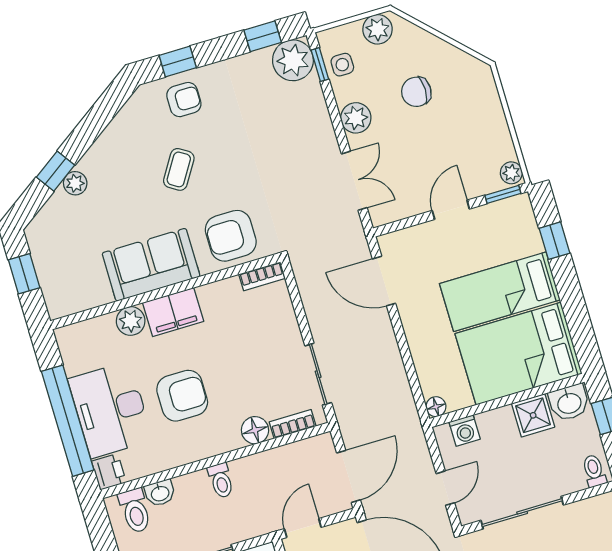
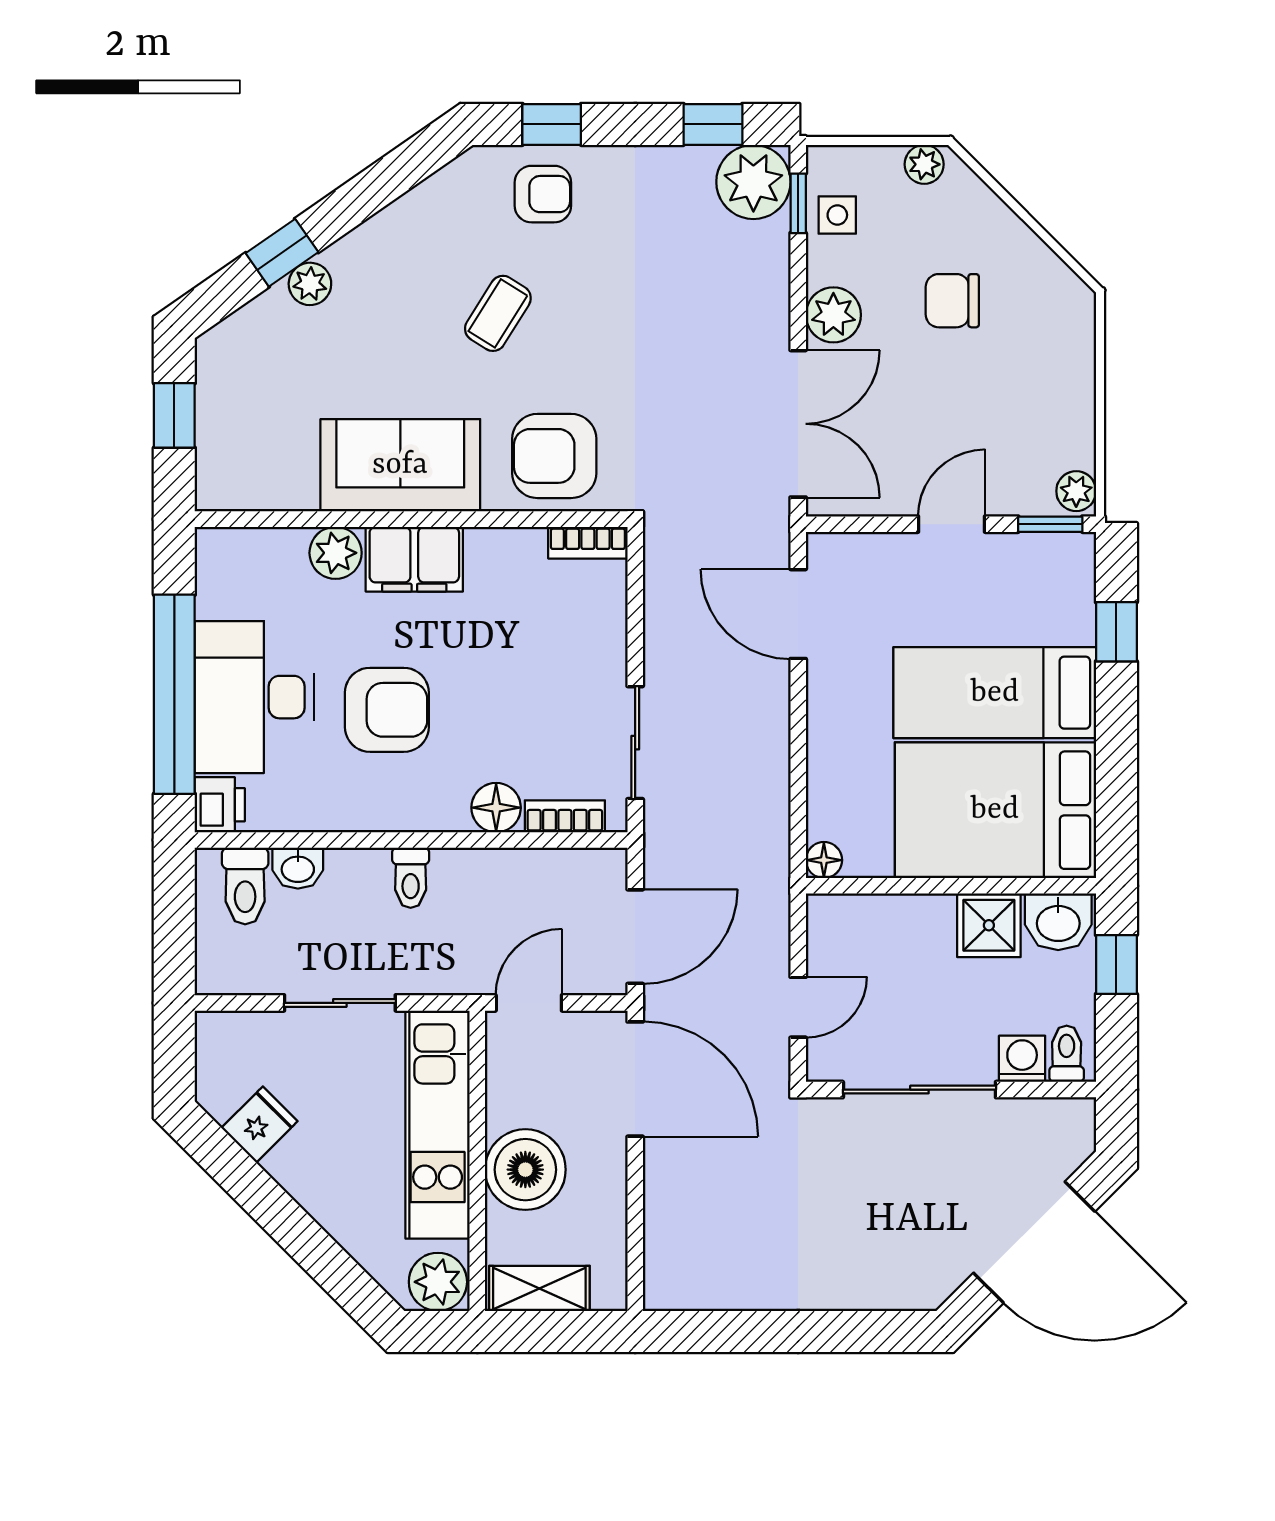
plant: (377, 29) -> (924, 164), width x0.73, depth x0.73
double door: (354, 181) -> (798, 424), width x1.37
washing machine: (465, 431) -> (1022, 1059), moved, turned 180

